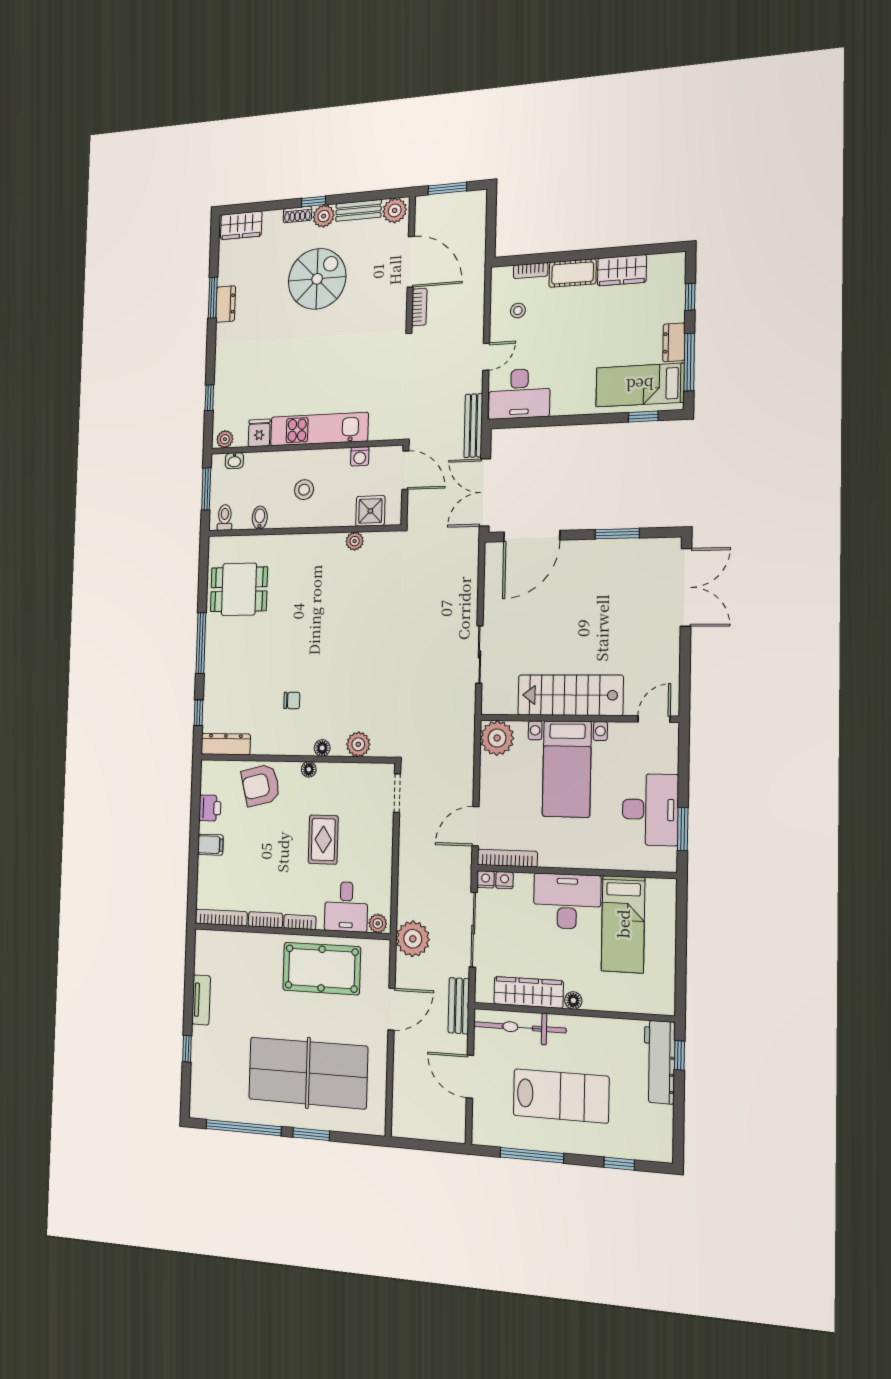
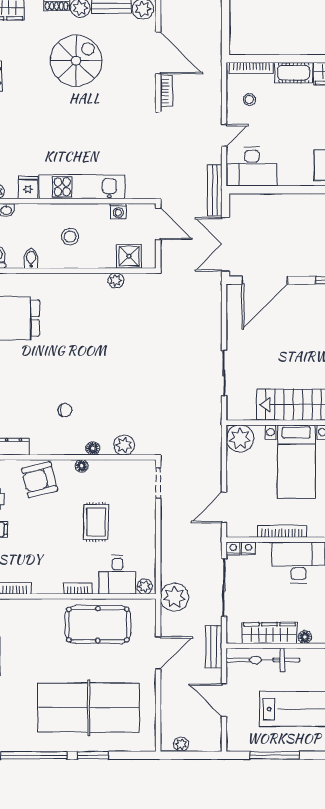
bookcase: (531, 271) -> (251, 68), width x1.56
bookcase: (507, 858) -> (282, 531), moved
bookcase: (265, 920) -> (48, 588), removed
plant: (416, 1130) -> (181, 744), added

